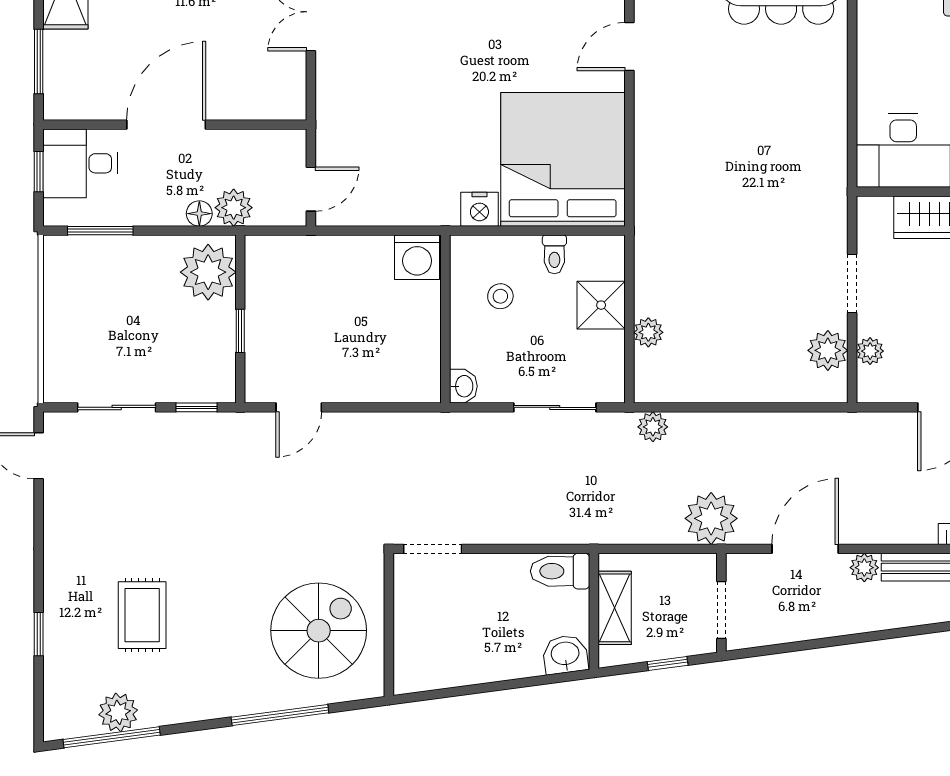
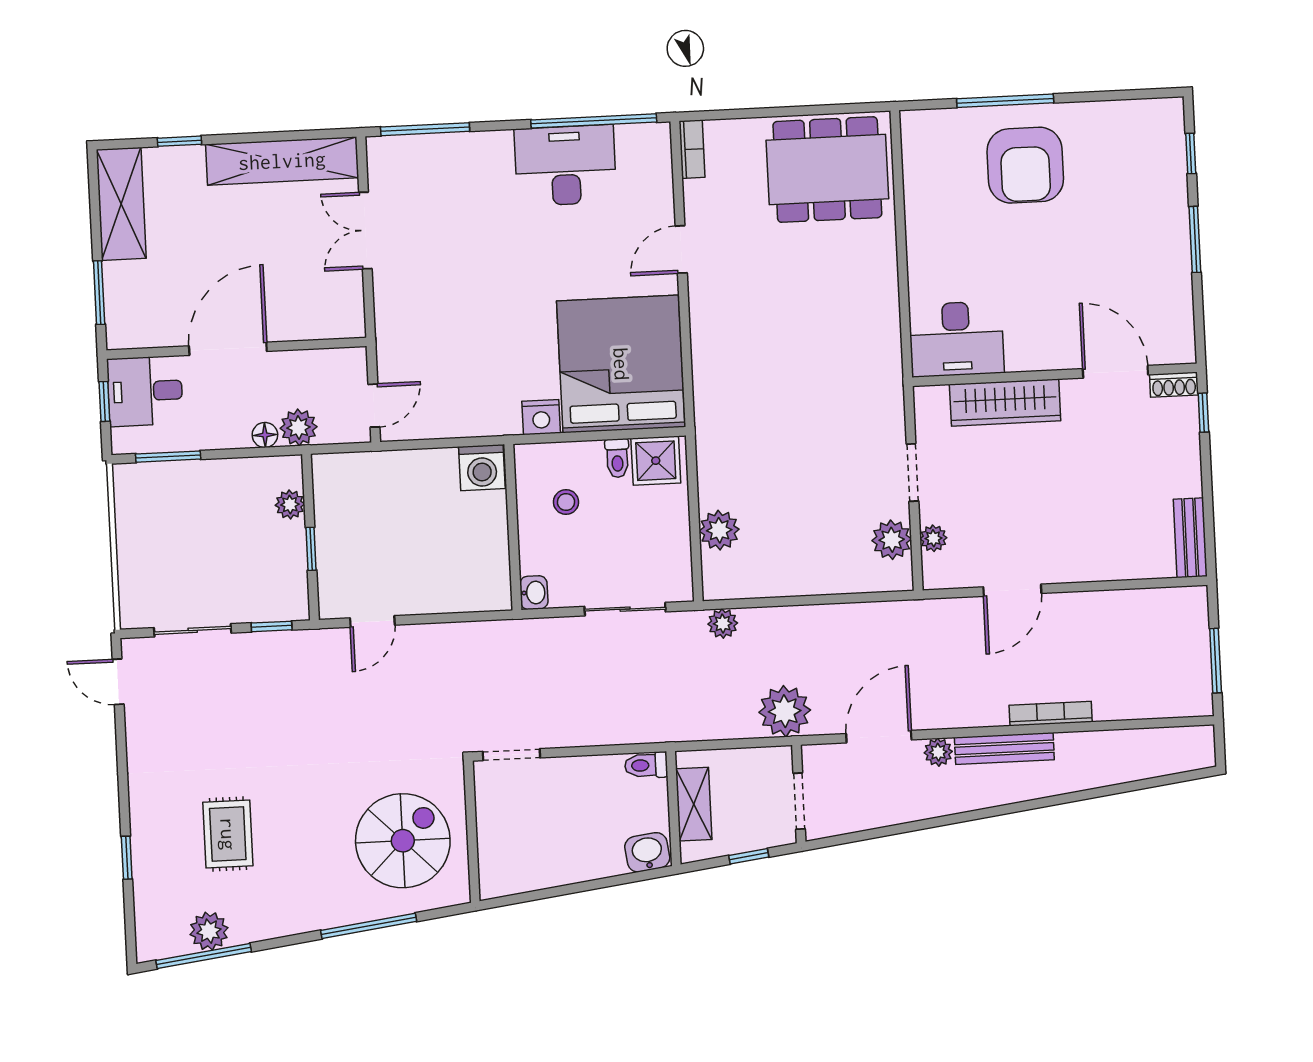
plant: (208, 272) -> (290, 505), width x0.53, depth x0.53
shower: (601, 305) -> (656, 461), moved
plant: (648, 332) -> (719, 530), width x1.38, depth x1.38
toilet: (560, 571) -> (646, 765), width x0.73, depth x0.72

